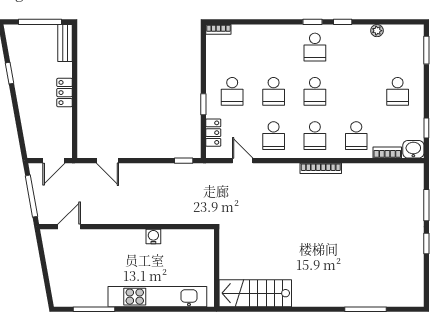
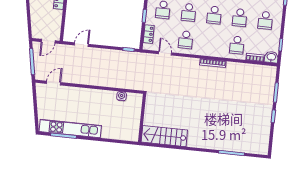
school desk: (315, 136) -> (240, 18), moved
door: (108, 161) -> (81, 45), swing flipped
water cooler: (153, 236) -> (122, 96), moved
kitchen unit: (157, 297) -> (70, 128), moved

